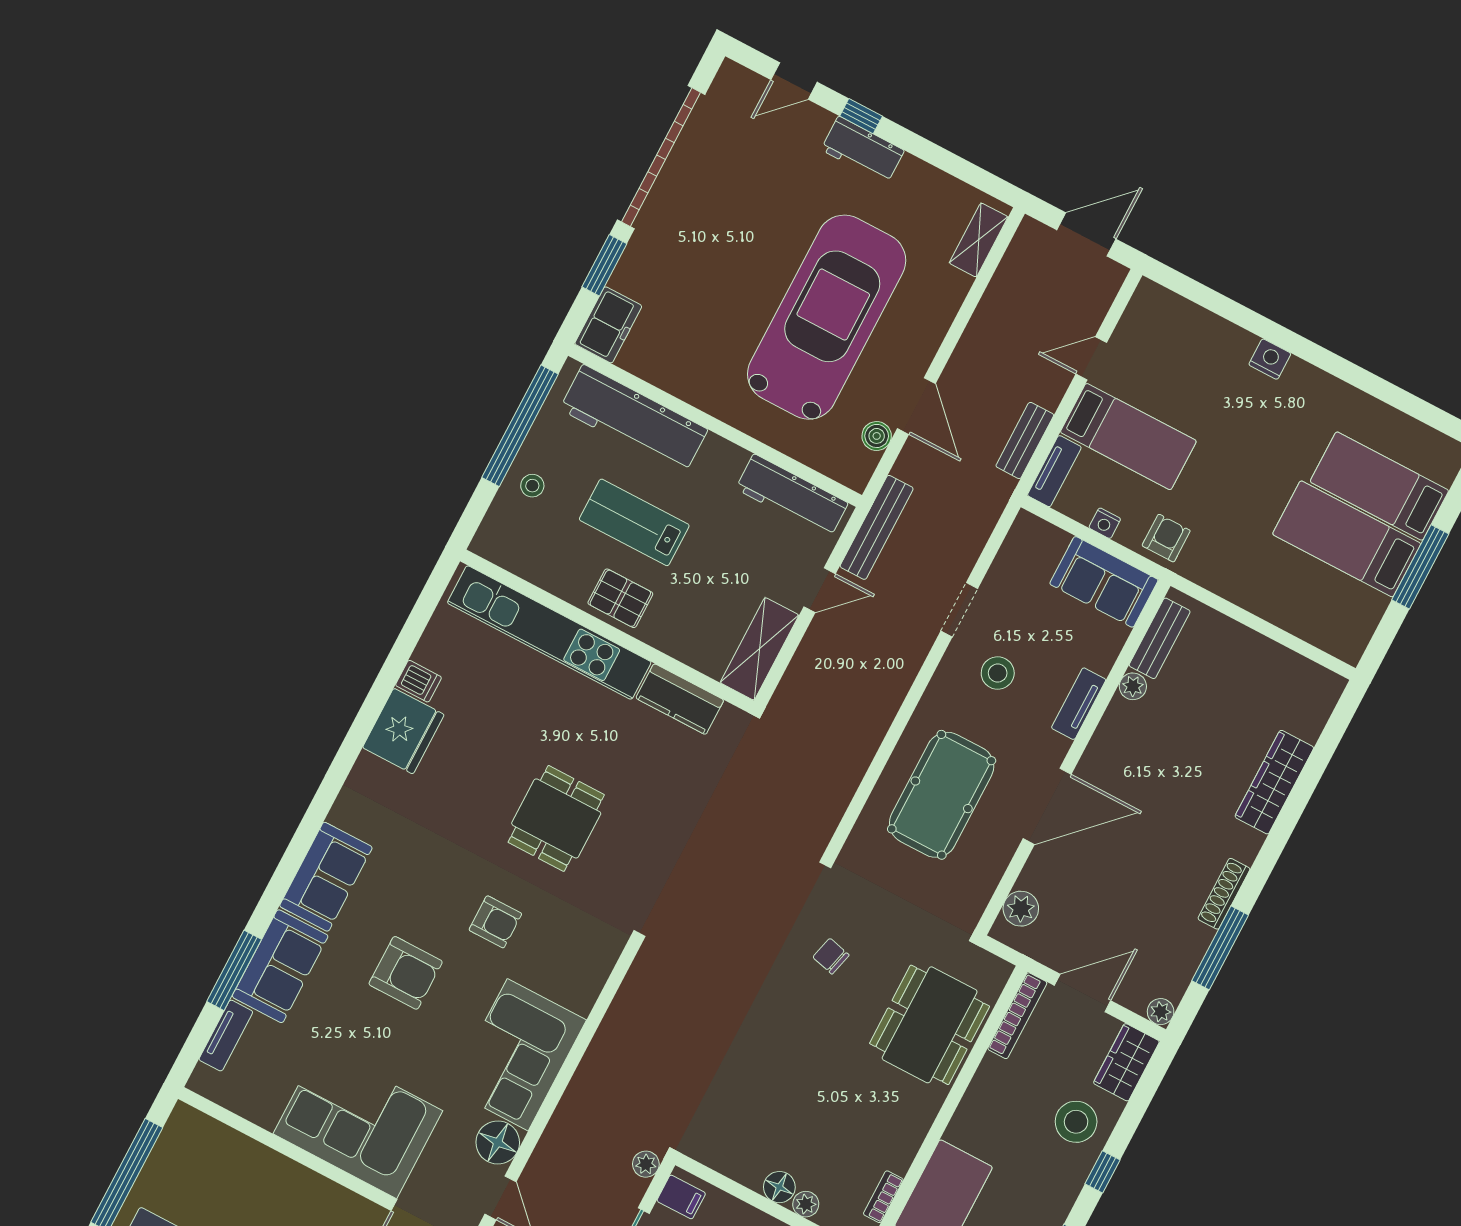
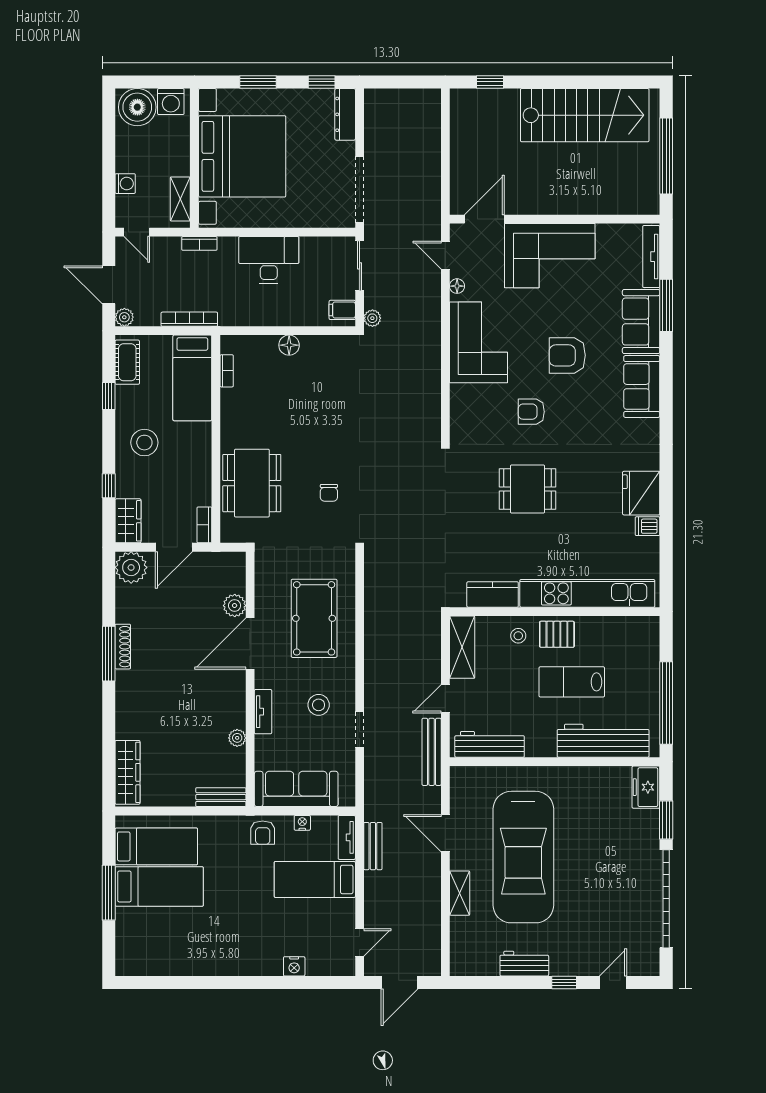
workbench: (863, 150) -> (524, 964), moved
shelving: (979, 240) -> (460, 893), moved
door: (1091, 358) -> (360, 942), moved
nightstand: (1270, 359) -> (294, 966), moved
boiler: (877, 436) -> (459, 804), removed
stool: (532, 486) -> (518, 636), moved
bed: (1379, 486) -> (156, 846), moved
lab bench: (634, 522) -> (572, 682), turned 180
sofa: (1104, 582) -> (296, 789), width x1.36
bench: (1160, 638) -> (221, 797), moved, turned 90
wardrobe: (1274, 782) -> (127, 772), moved
dining table: (556, 818) -> (527, 489), turned 90
plant: (1021, 909) -> (235, 606), moved
window: (1220, 948) -> (109, 654), moved
chair: (831, 956) -> (329, 493), turned 76
plant: (1161, 1012) -> (131, 567), width x1.88, depth x1.88
bookcase: (1017, 1016) -> (204, 525), width x0.64
tv unit: (226, 1036) -> (651, 257), width x1.41
stool: (1076, 1122) -> (144, 443), moved
floor lamp: (498, 1142) -> (457, 286), width x0.53, depth x0.53
window: (1103, 1172) -> (109, 486), moved
plant: (806, 1204) -> (269, 343), removed

